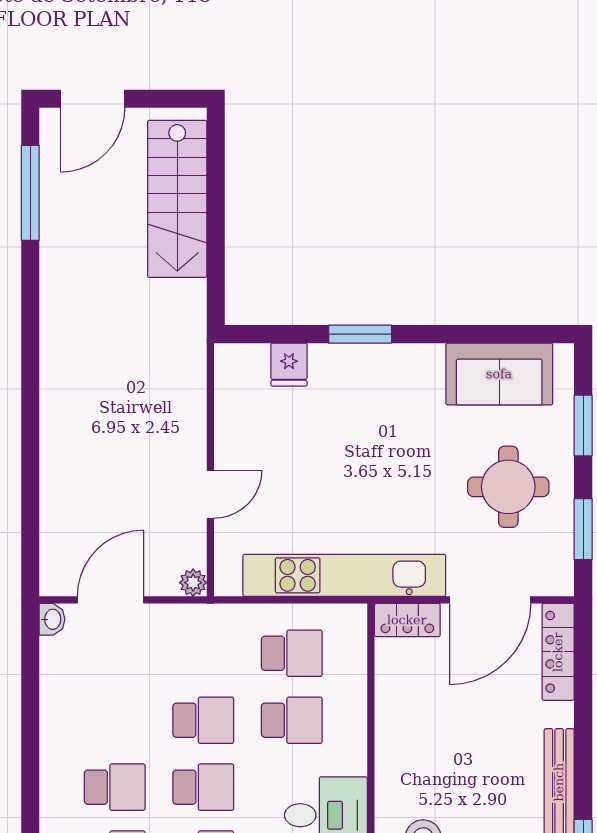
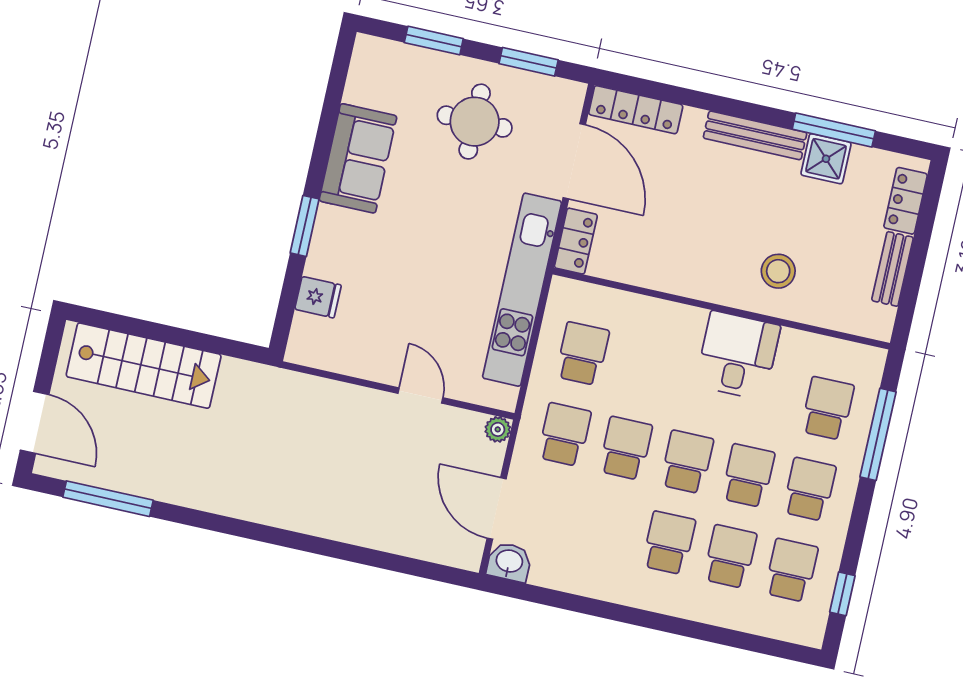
sofa: (499, 374) -> (358, 158), moved
washbasin: (52, 619) -> (509, 562), width x1.38, depth x1.45
school desk: (292, 720) -> (564, 435), moved

